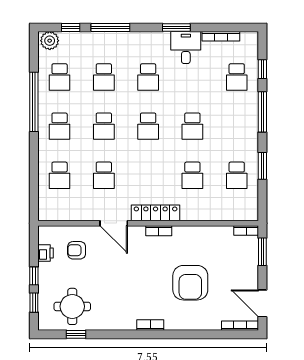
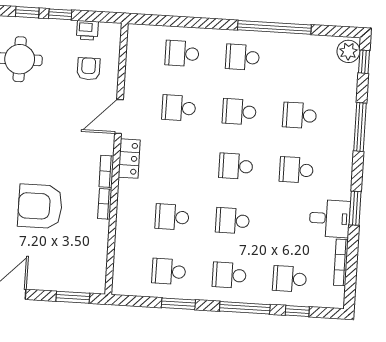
window: (71, 28) -> (364, 62), moved
school desk: (60, 77) -> (229, 275), moved
locker: (156, 213) -> (129, 159), width x0.66
bookcase: (246, 230) -> (105, 204), moved

